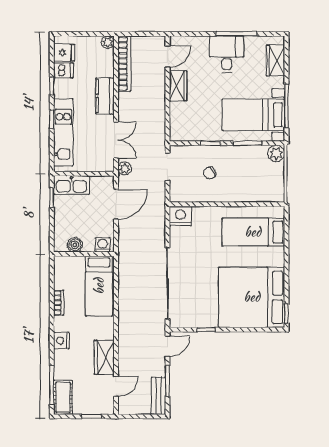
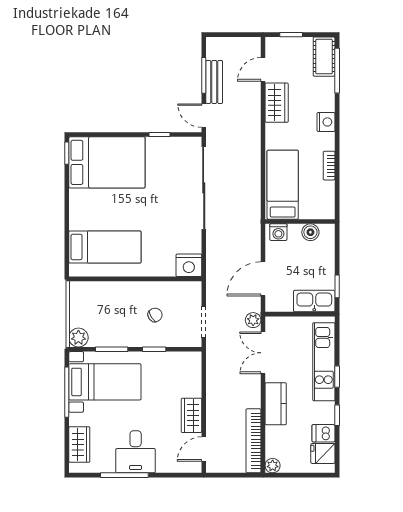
bed: (252, 297) -> (107, 162), width x0.73
door: (167, 346) -> (204, 116), hinge flipped
bench: (158, 396) -> (214, 82), moved

